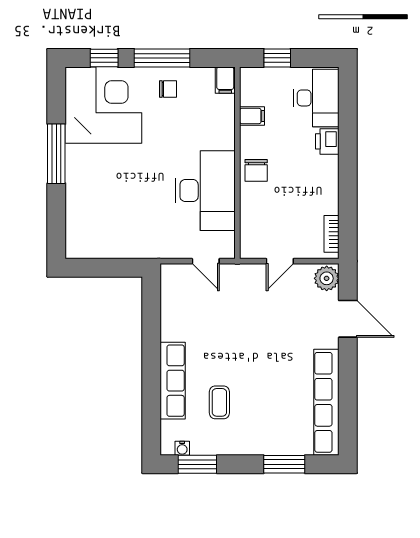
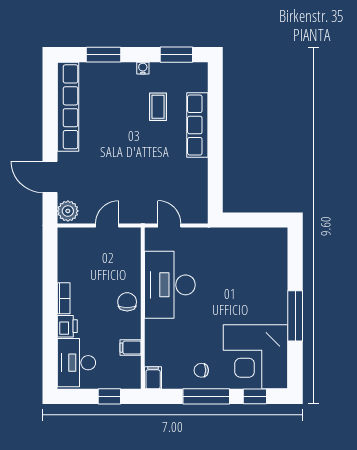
bookcase: (332, 234) -> (64, 298), moved
water cooler: (182, 448) -> (143, 68), moved

